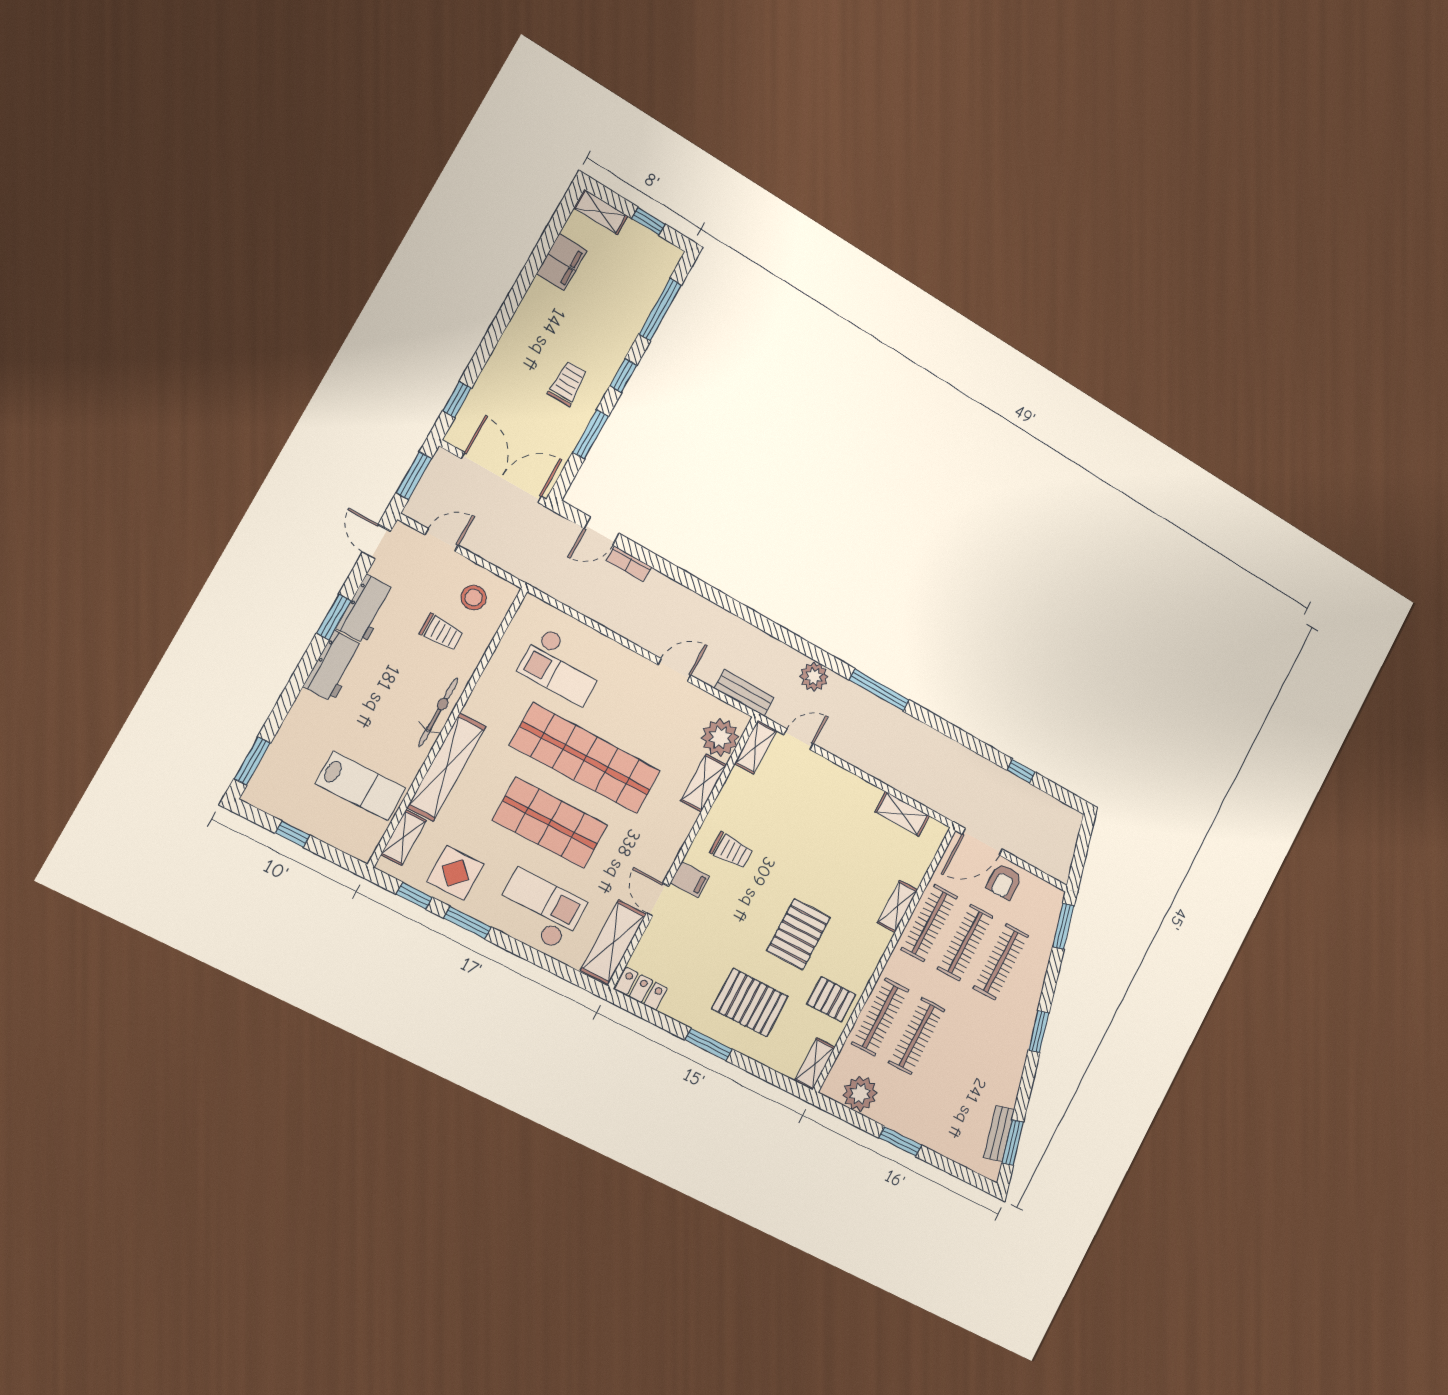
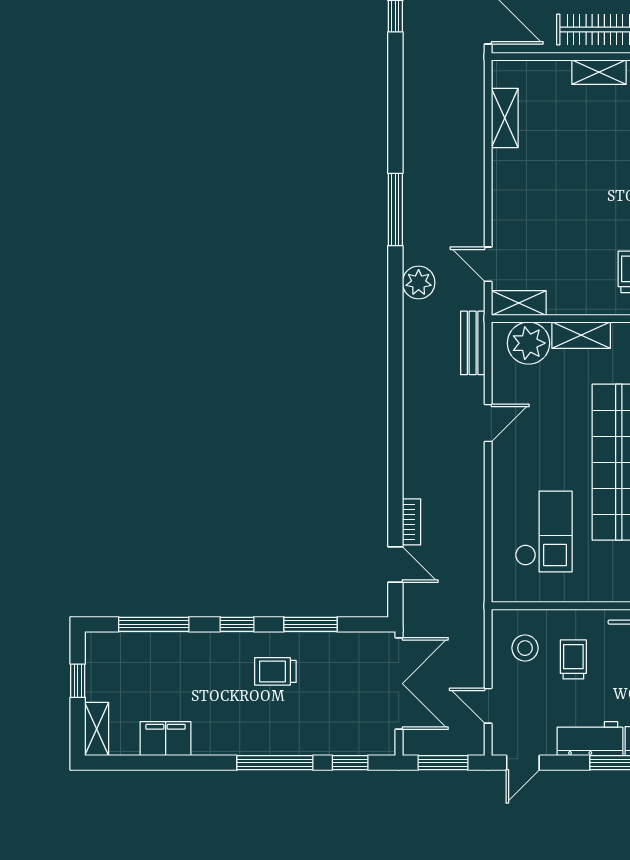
window: (492, 338) -> (275, 763), added
double door: (501, 478) -> (399, 684), swing flipped
door: (674, 670) -> (488, 423), swing flipped

